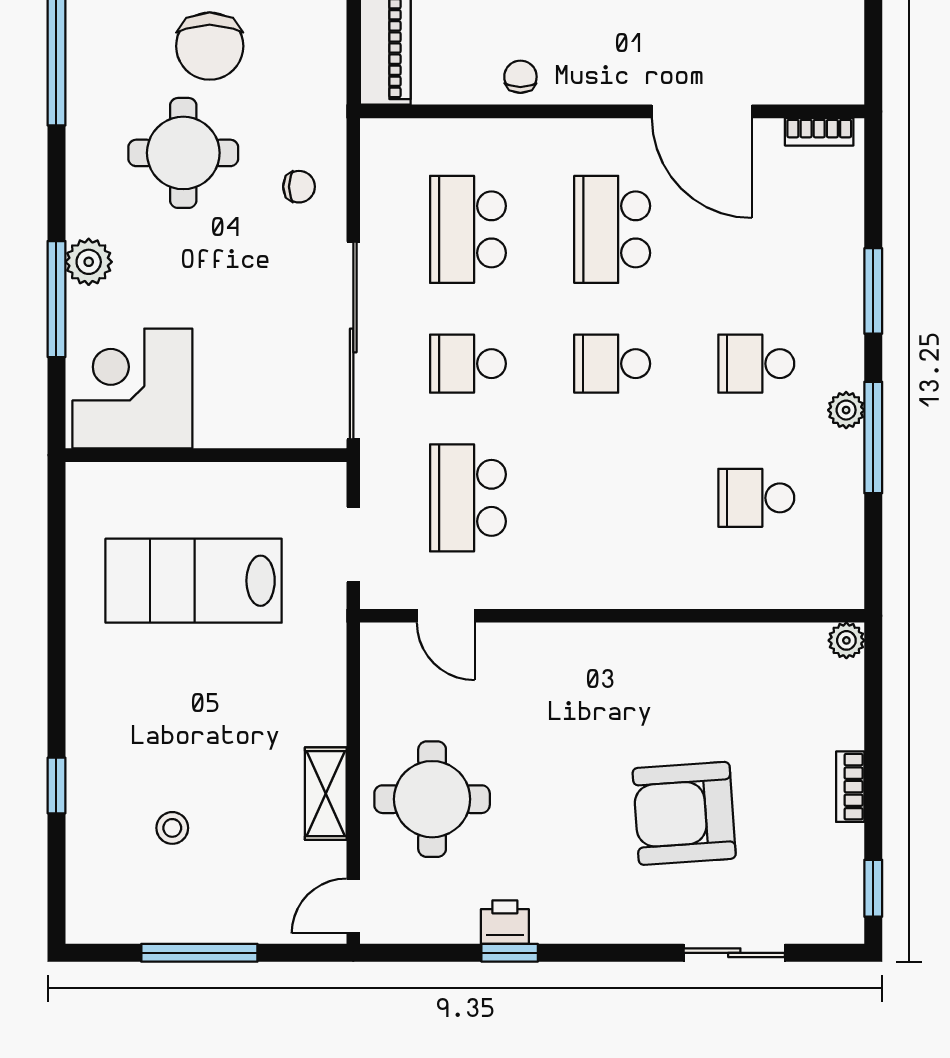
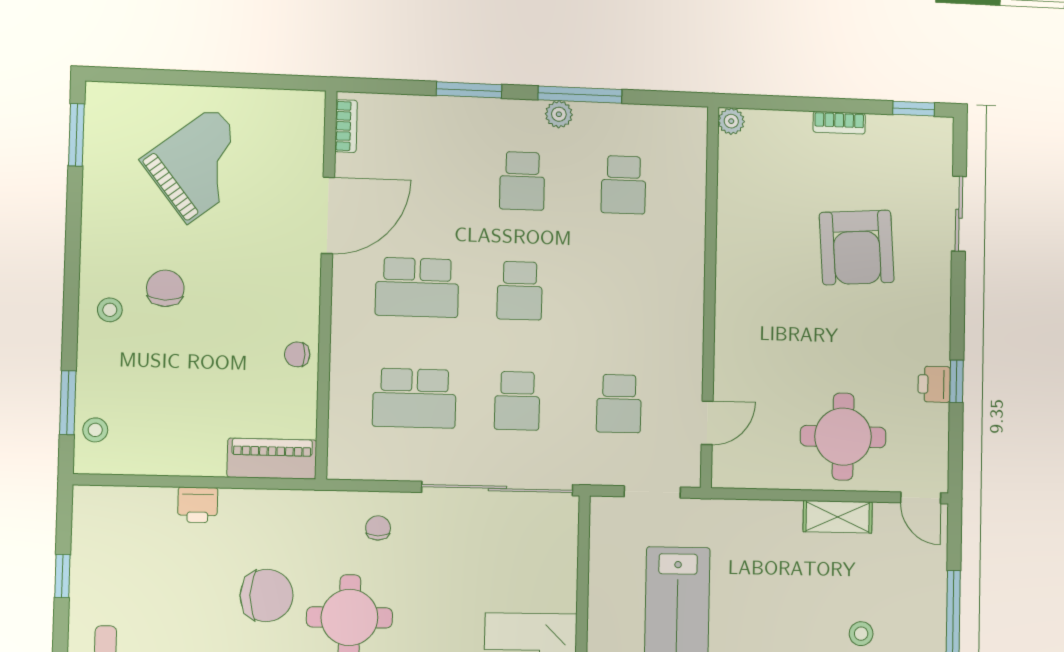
school desk: (468, 498) -> (619, 404), width x0.54

